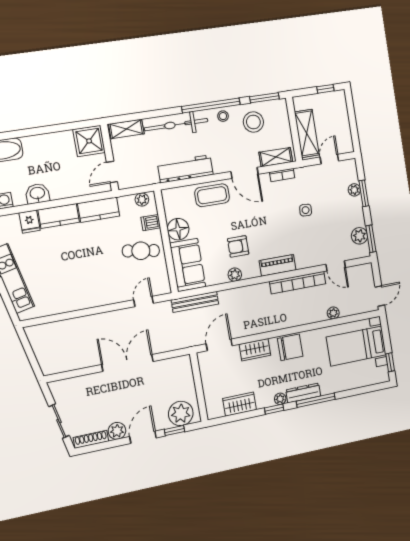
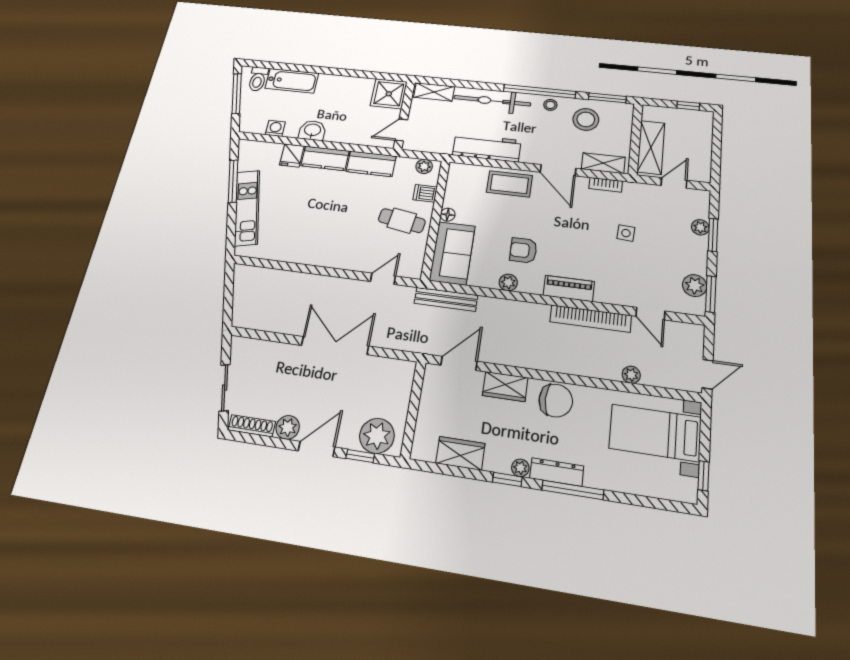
floor lamp: (178, 229) -> (448, 215), width x0.53, depth x0.53

